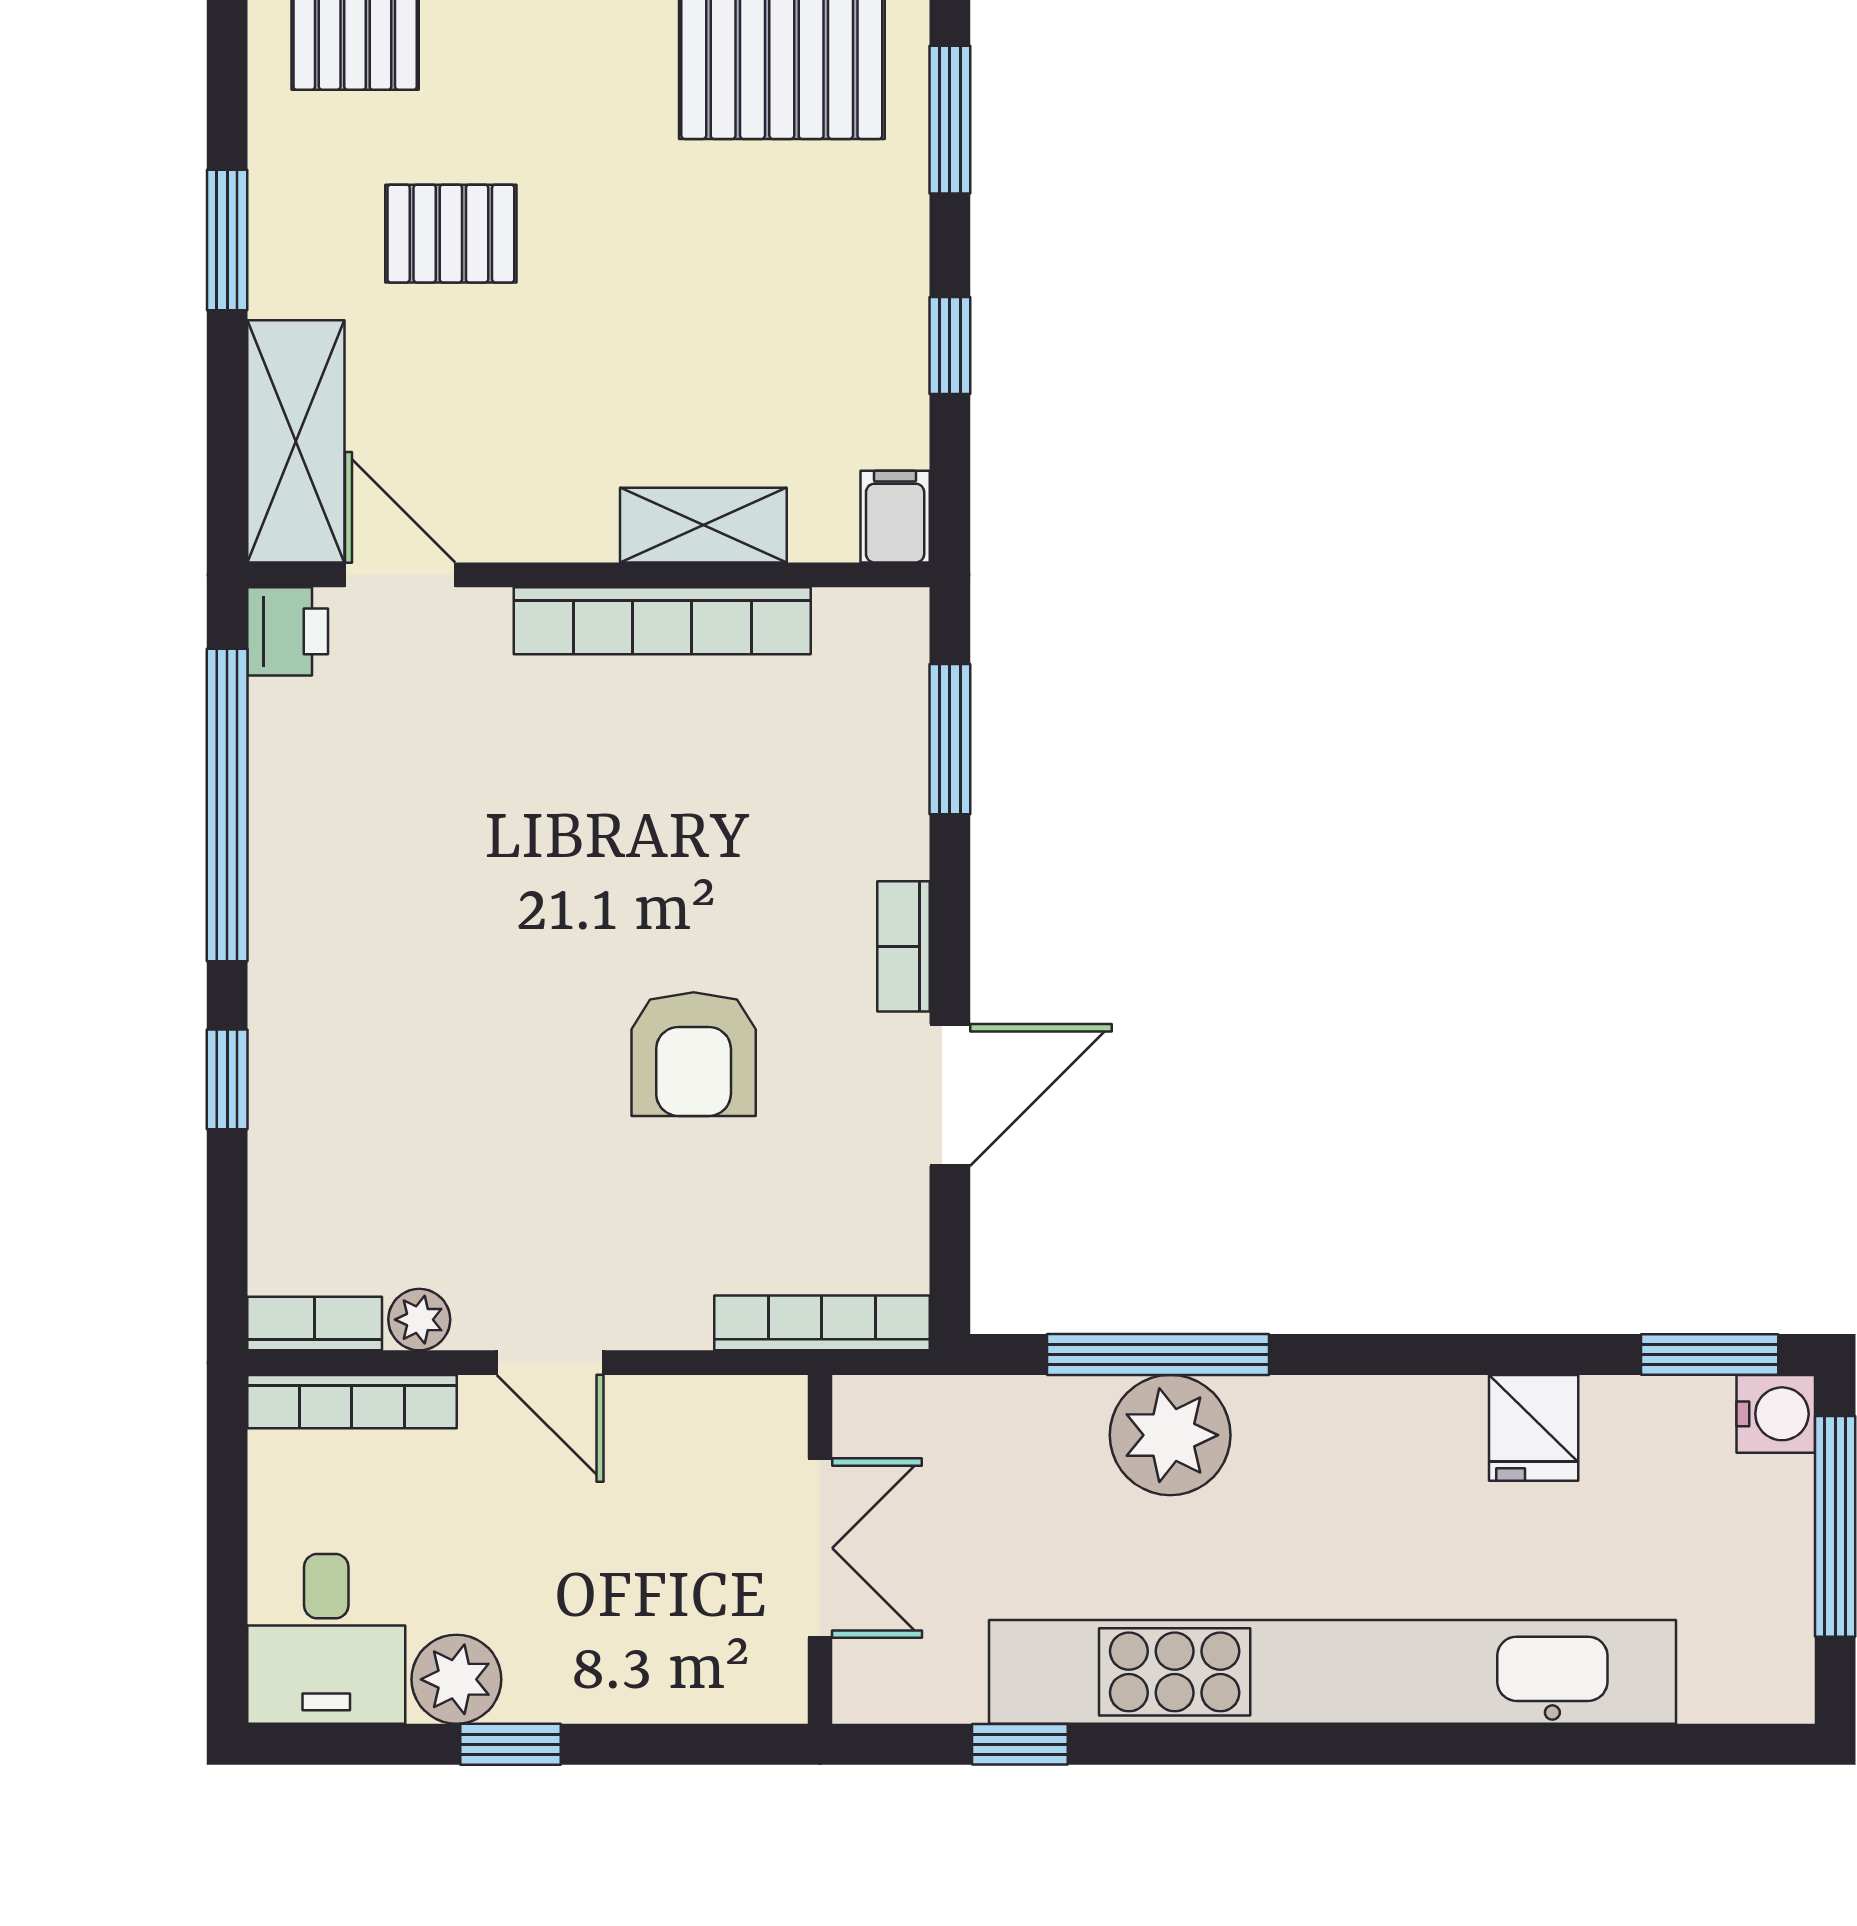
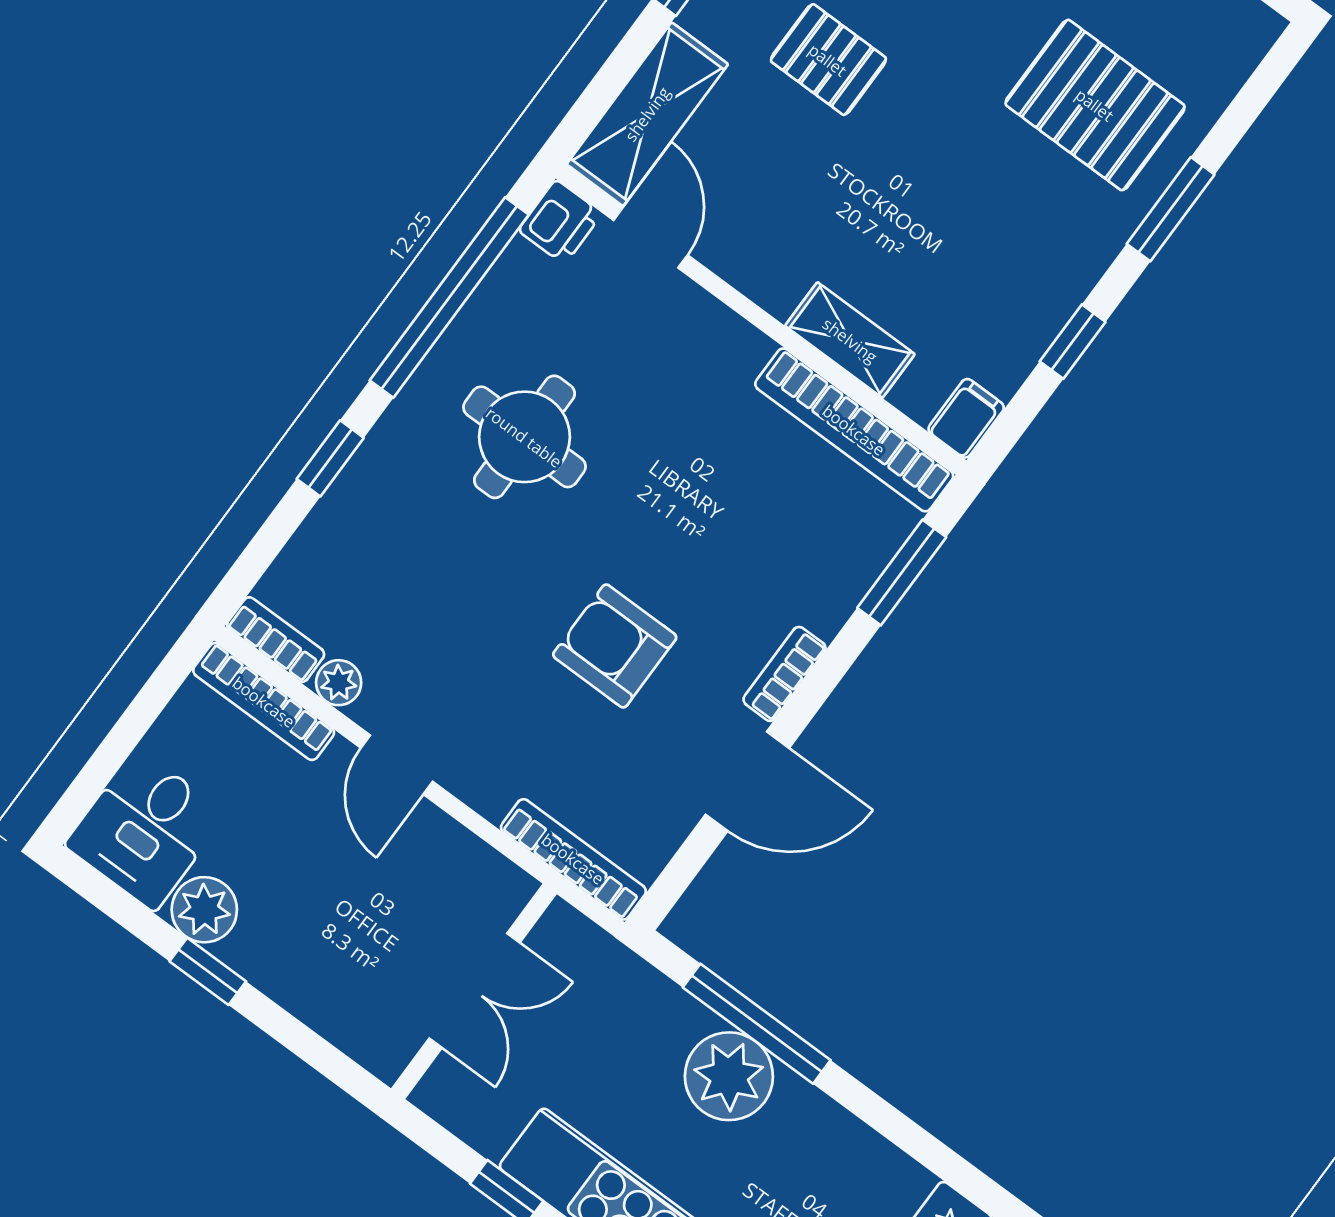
bookcase: (662, 621) -> (854, 430), moved
round table: (424, 897) -> (524, 437), added
armchair: (694, 1054) -> (615, 646), turned 90

